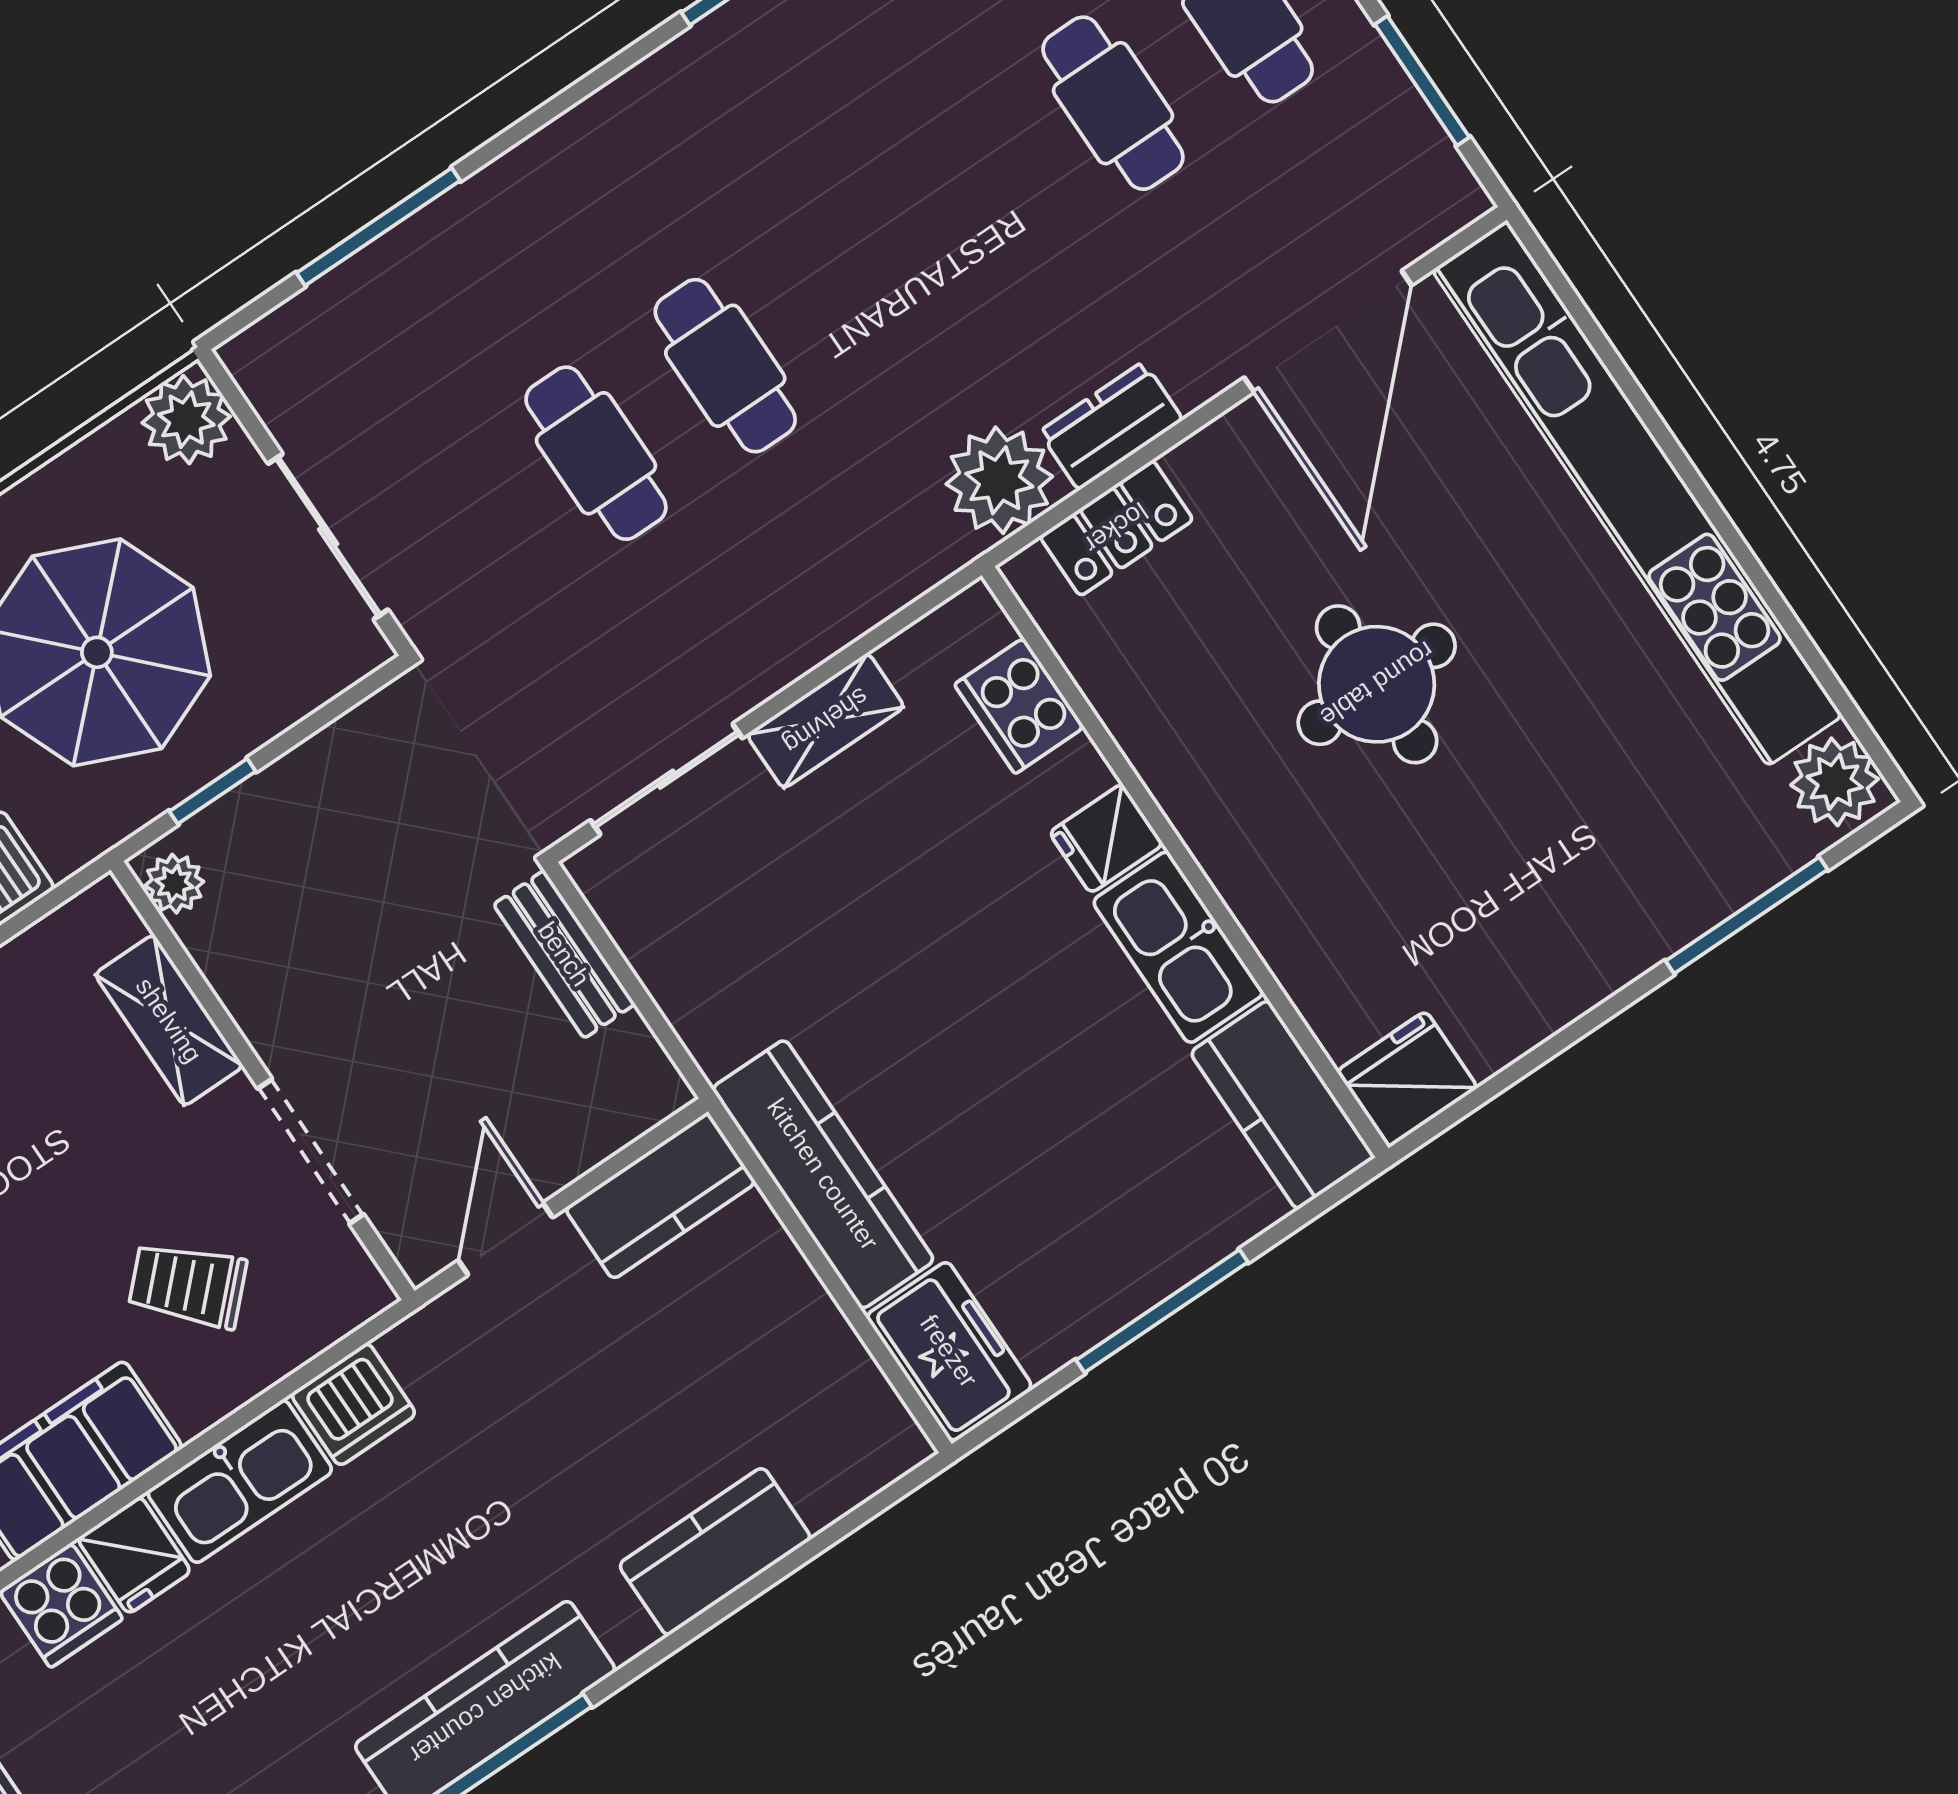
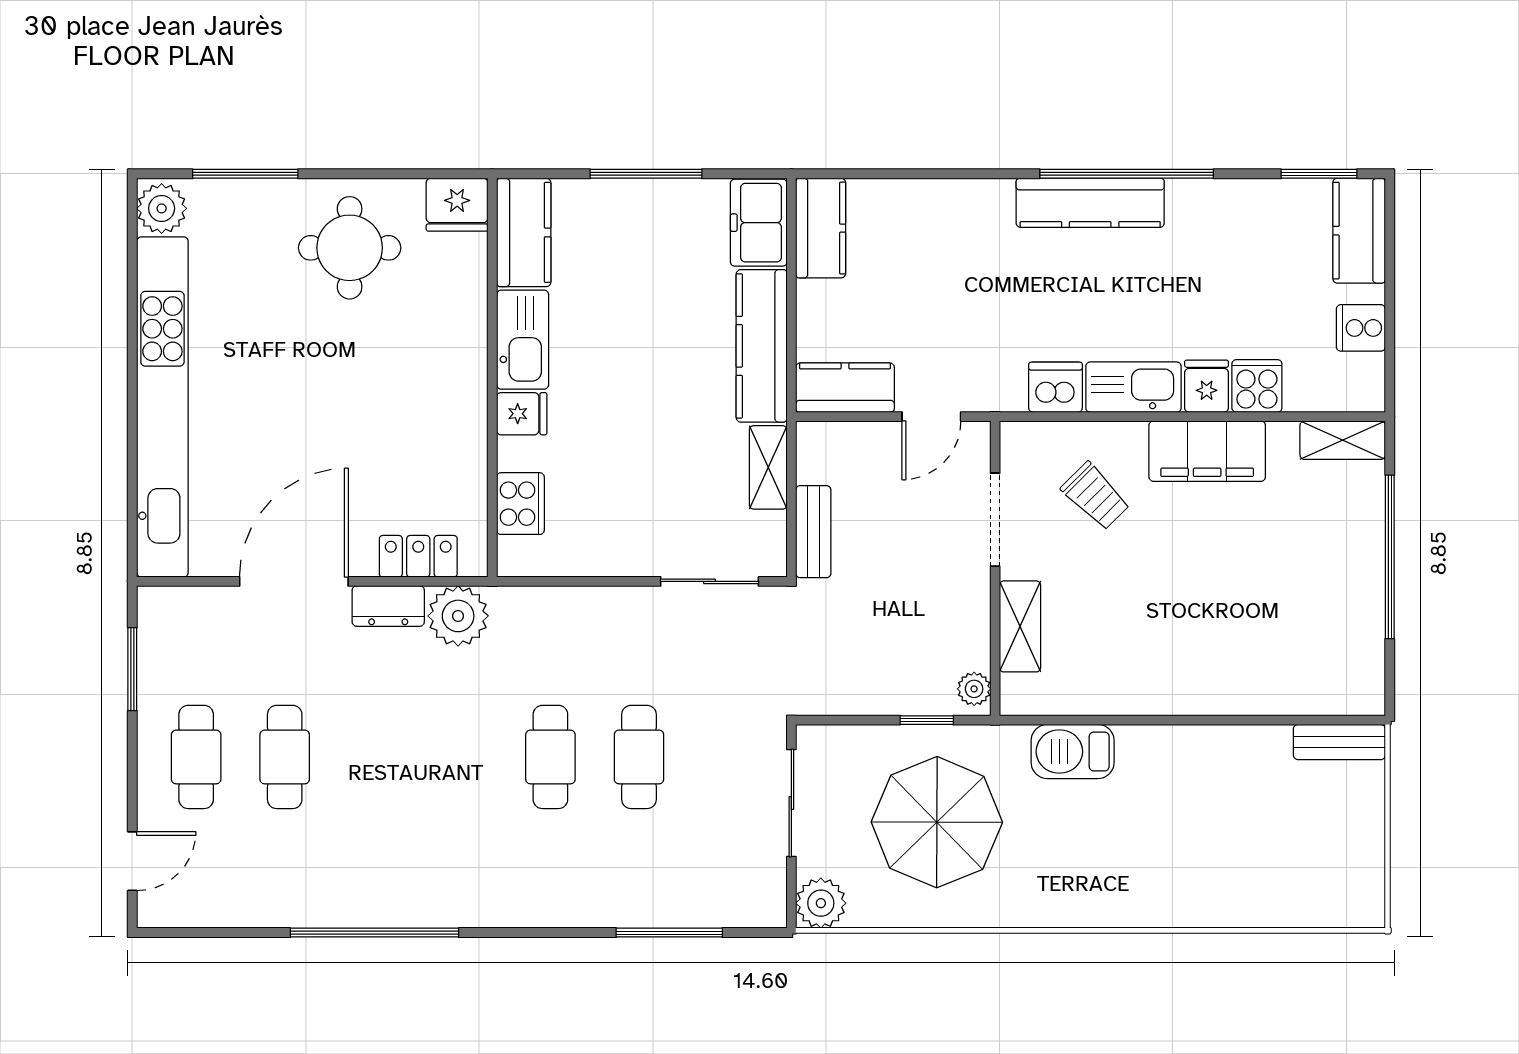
door: (1328, 331) -> (294, 581), moved
round table: (1377, 684) -> (350, 248), moved
shelving: (826, 721) -> (768, 467), moved, turned 90
kitchen counter: (715, 1551) -> (821, 228), moved, turned -90

